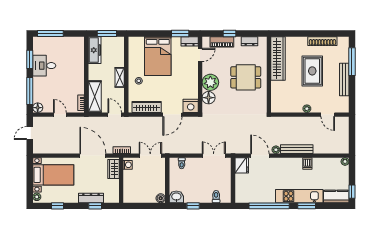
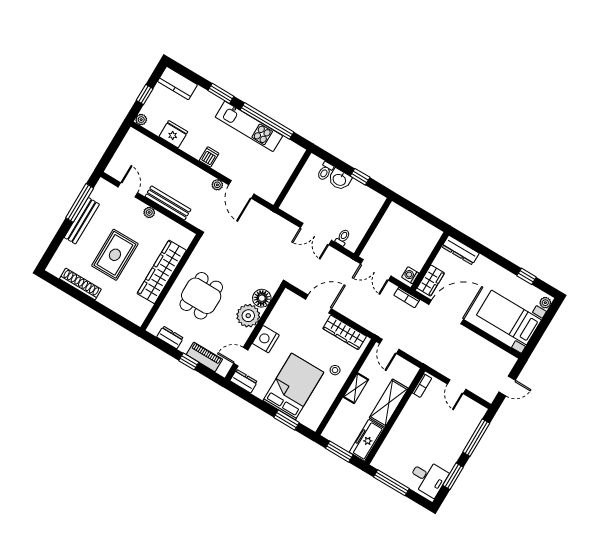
window: (50, 33) -> (391, 483), moved
window: (180, 33) -> (287, 420), moved
wardrobe: (278, 58) -> (162, 272), moved
window: (352, 62) -> (80, 203), moved
desk: (44, 66) -> (428, 478), moved
dining table: (246, 77) -> (201, 296), turned 90
shelving: (95, 97) -> (389, 403), moved
nightstand: (191, 106) -> (266, 339), moved, turned -90
floor lamp: (38, 108) -> (479, 411), removed
bench: (297, 149) -> (168, 203), moved
door: (93, 156) -> (446, 312), swing flipped
double door: (214, 156) -> (316, 234), moved
dishwasher: (307, 164) -> (209, 157), moved
fridge: (242, 165) -> (173, 134), moved, turned 90
window: (352, 192) -> (145, 94), moved
kitchen unit: (299, 196) -> (249, 126), moved
washbasin: (176, 197) -> (340, 179), moved
dresser: (91, 198) -> (460, 250), moved
boiler: (161, 198) -> (394, 210), removed
window: (95, 206) -> (480, 249), removed

